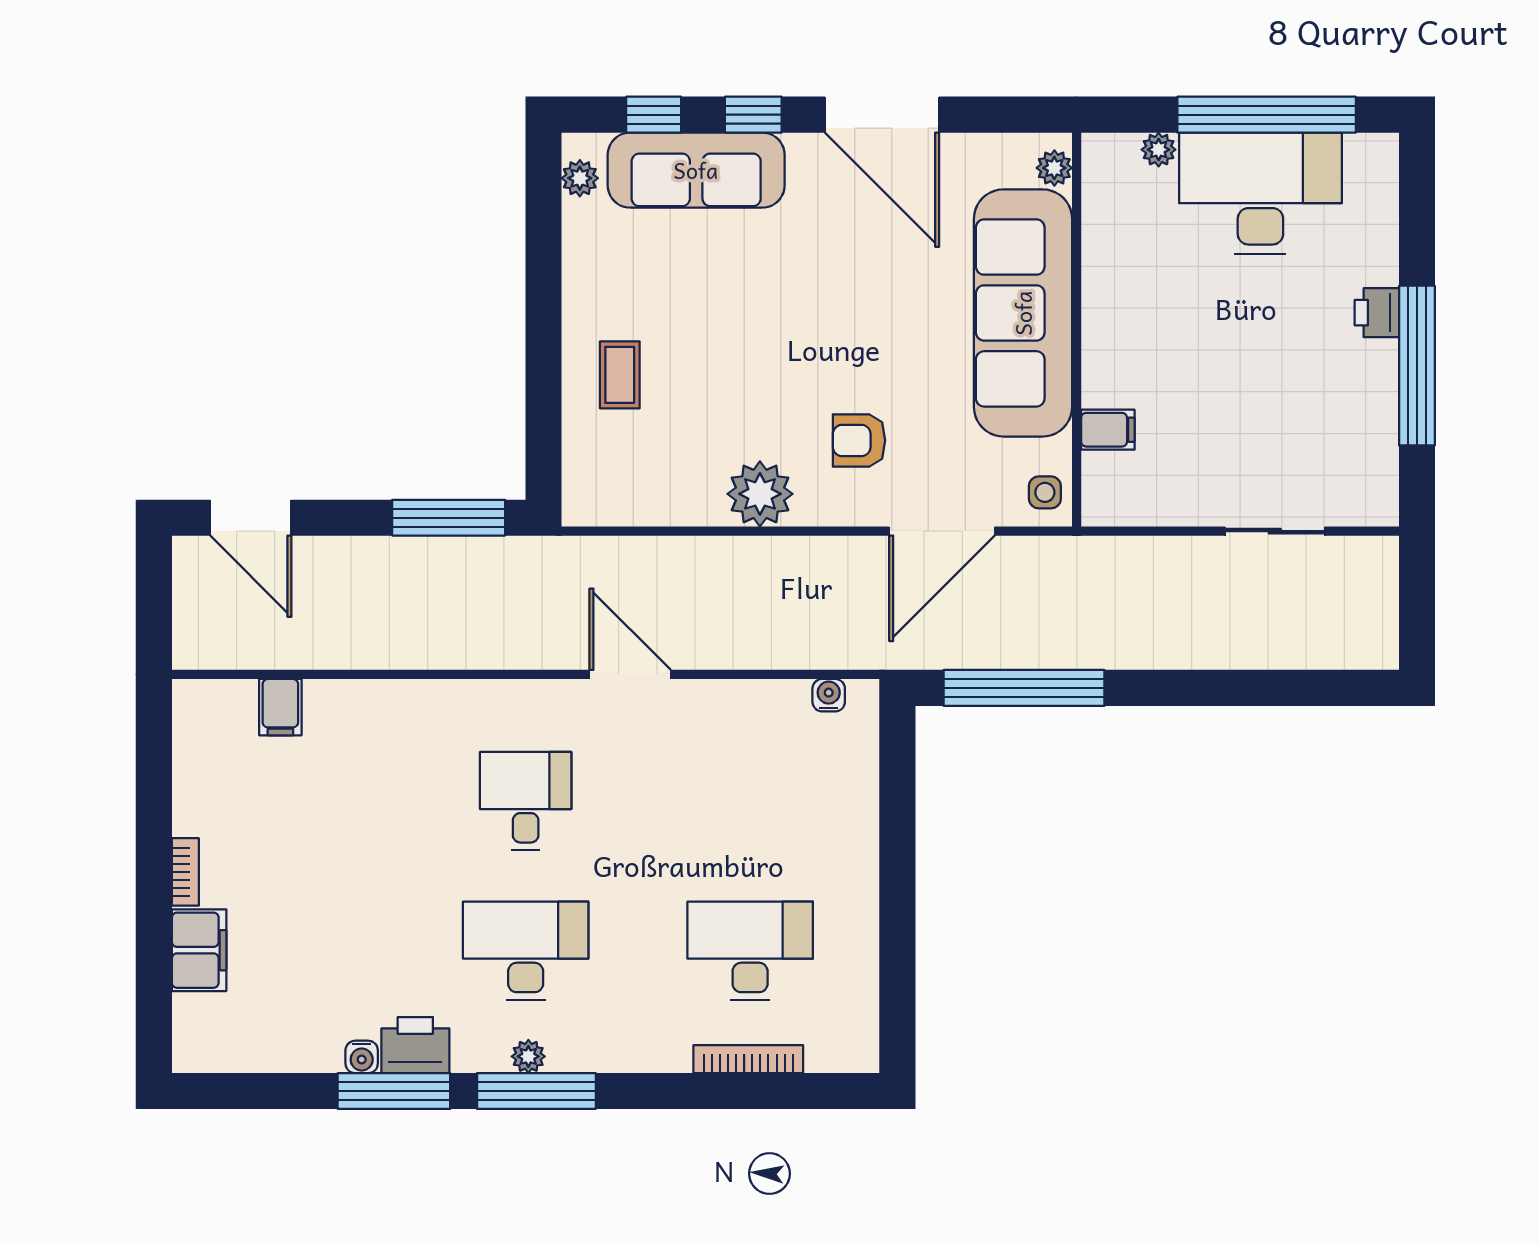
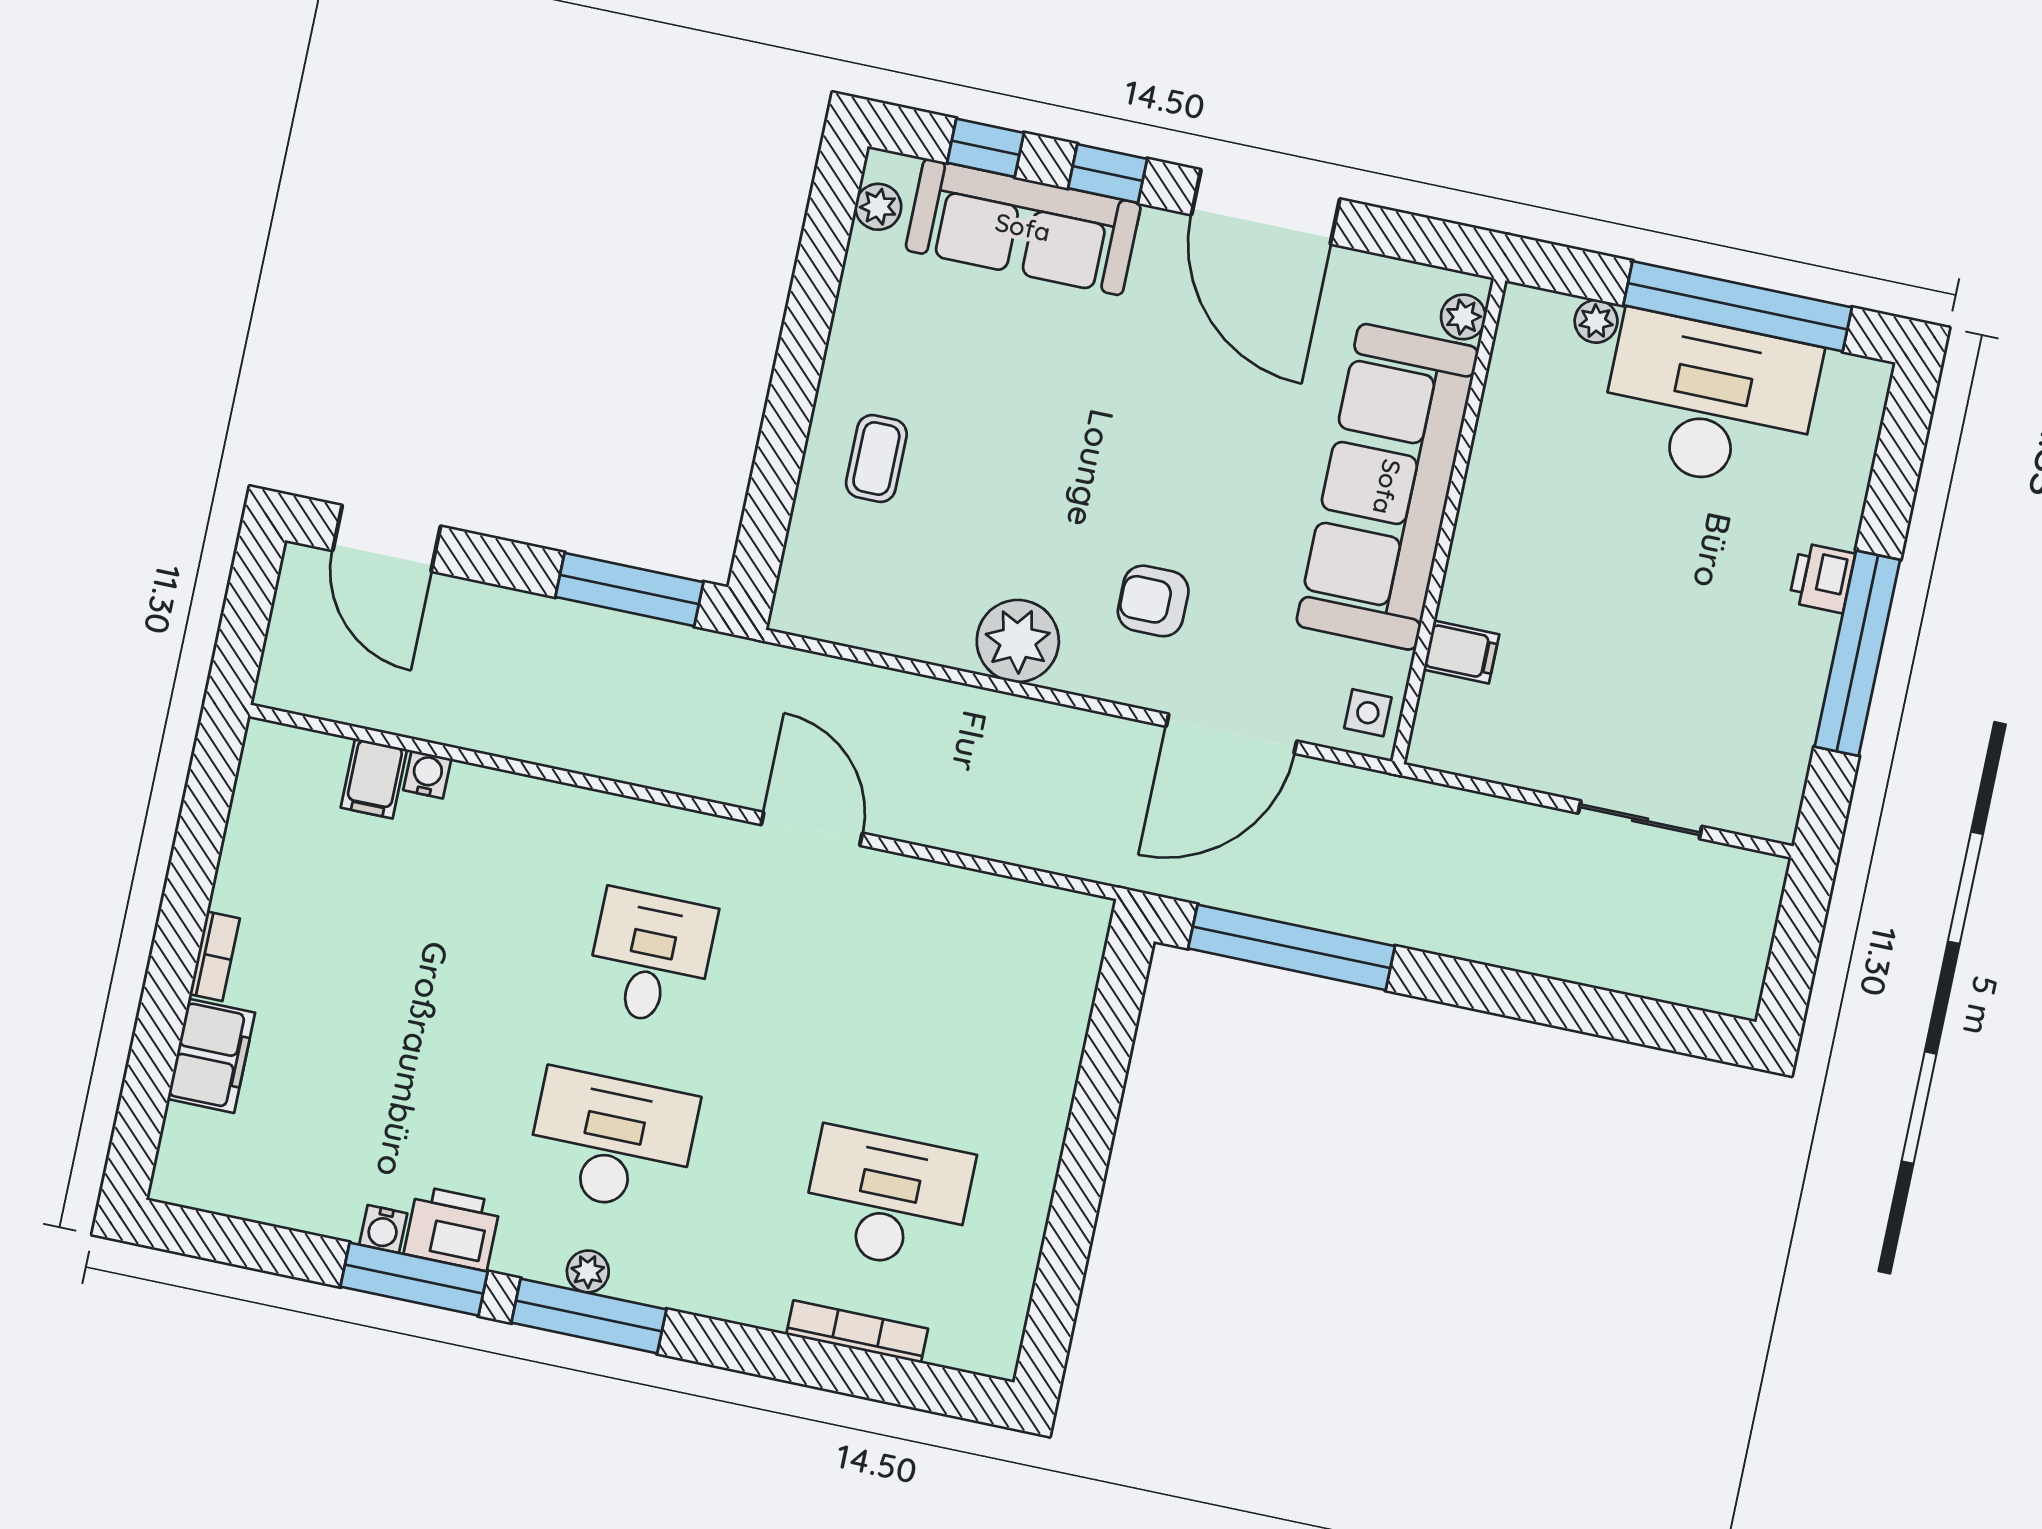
water cooler: (829, 695) -> (427, 774), moved

